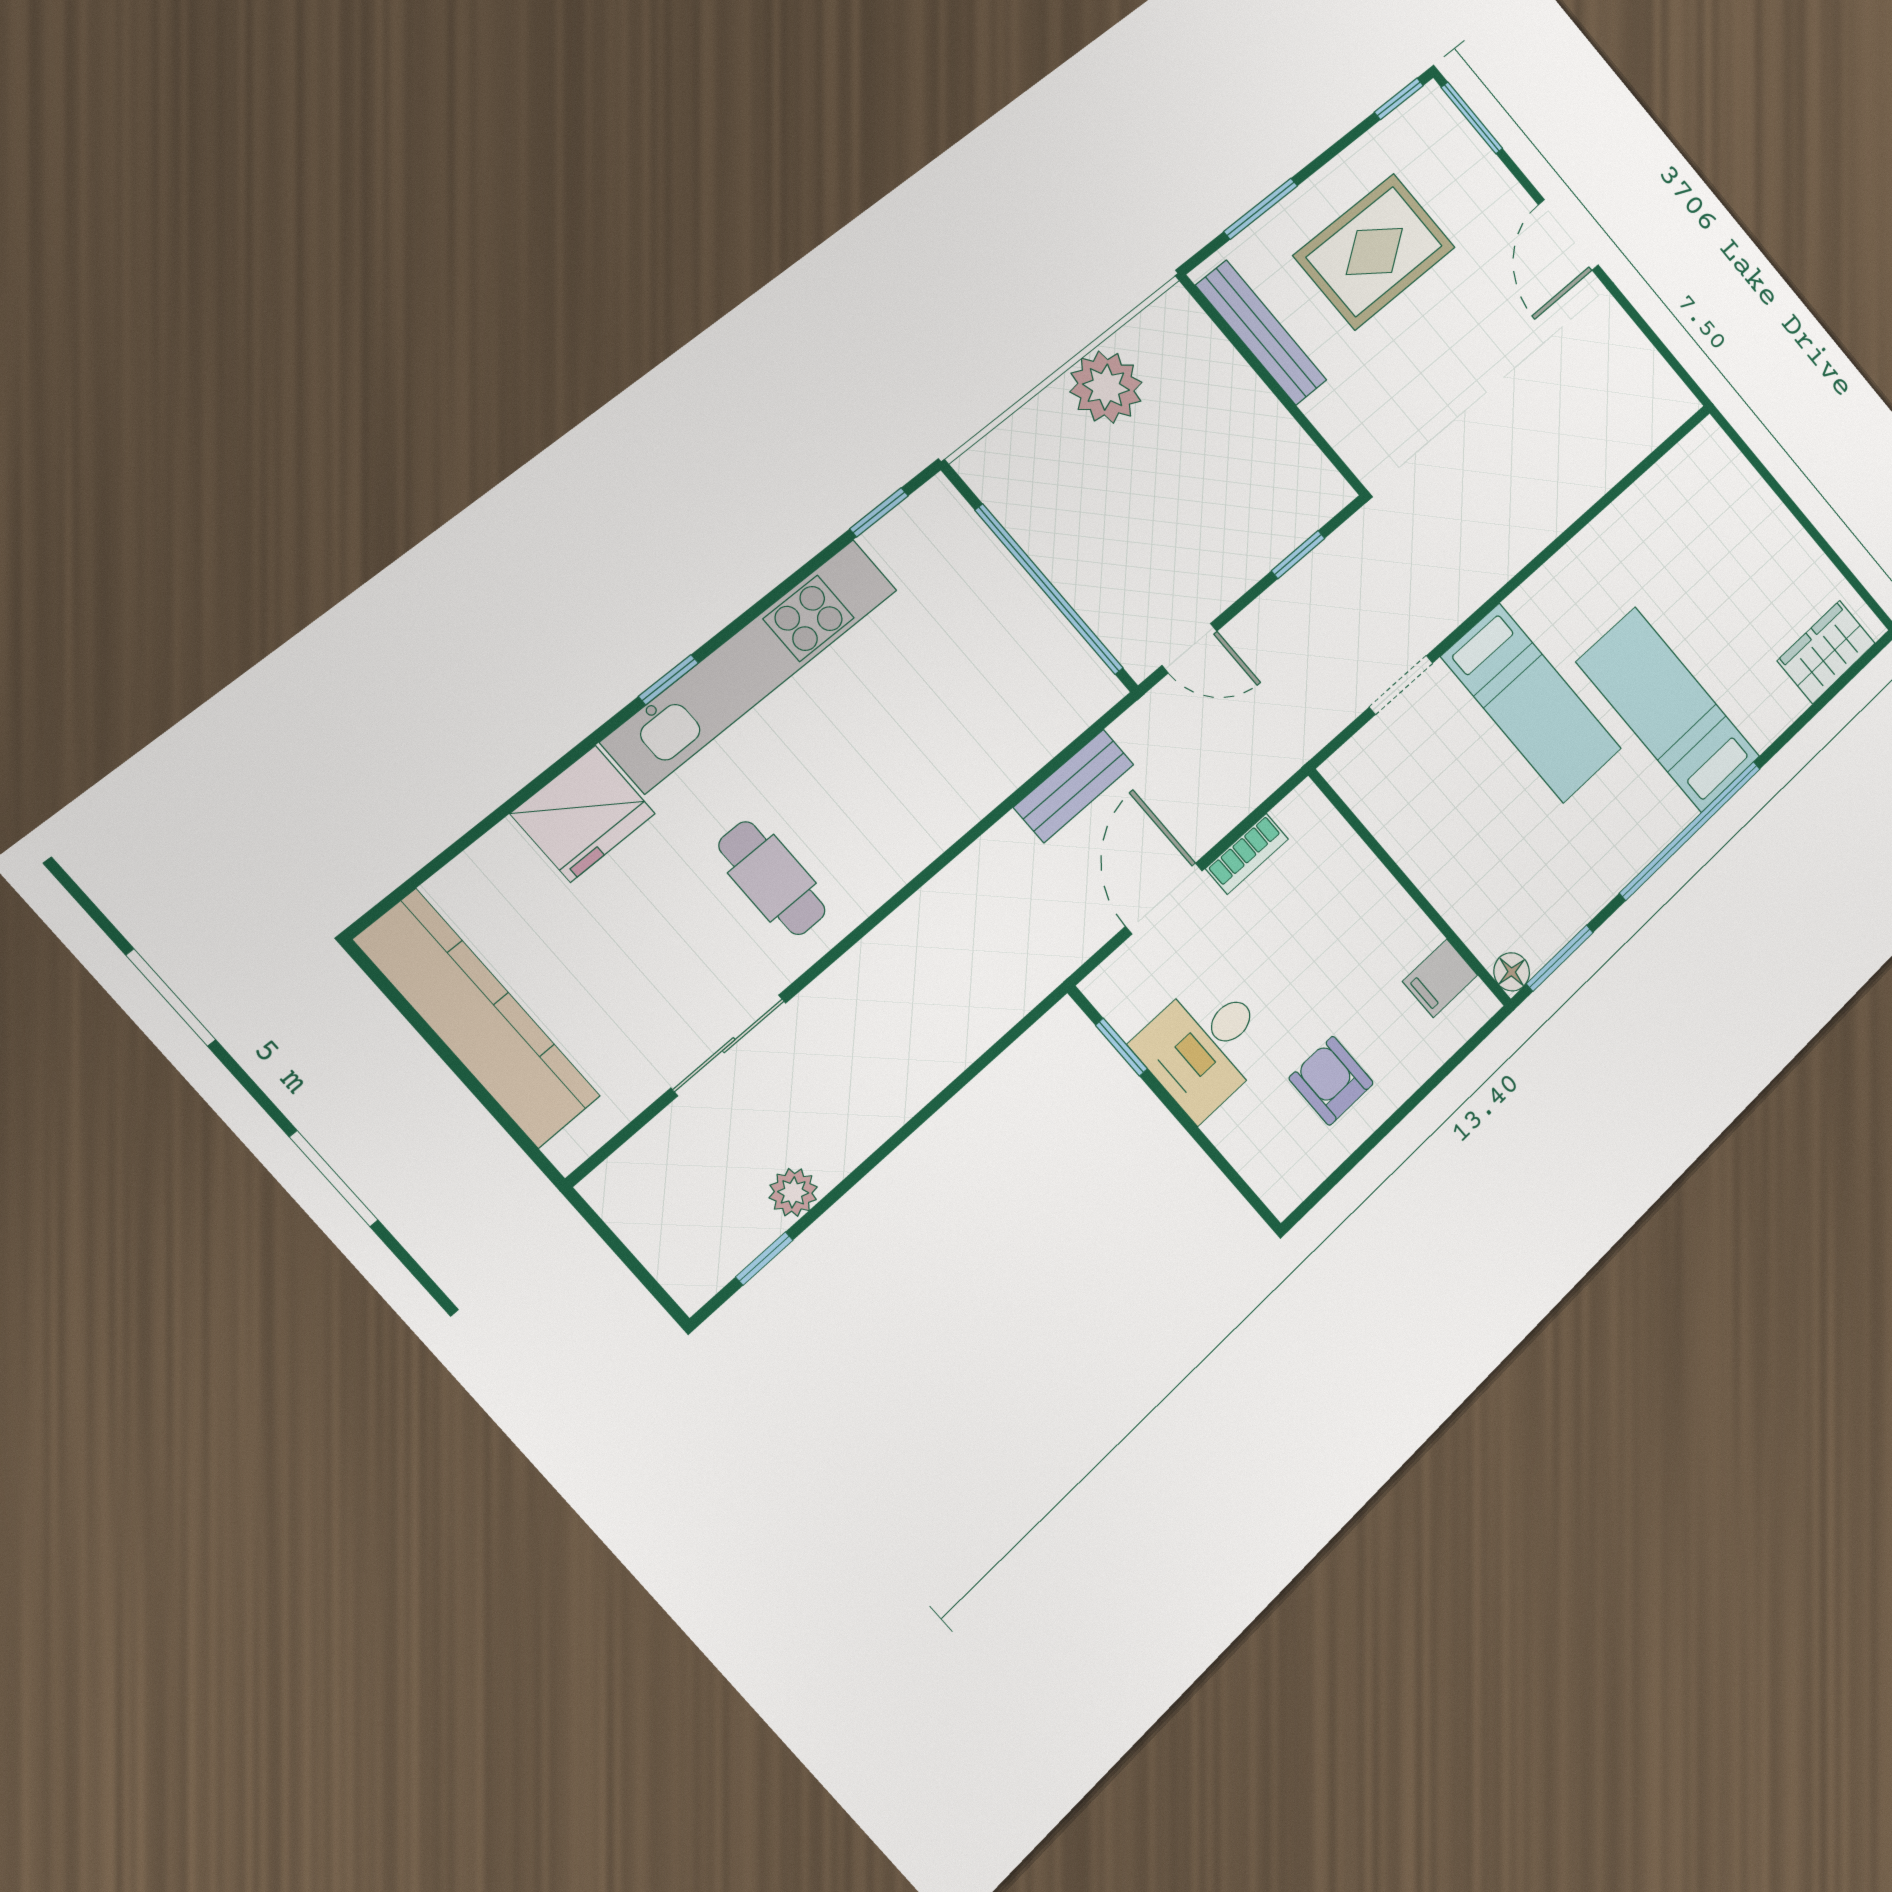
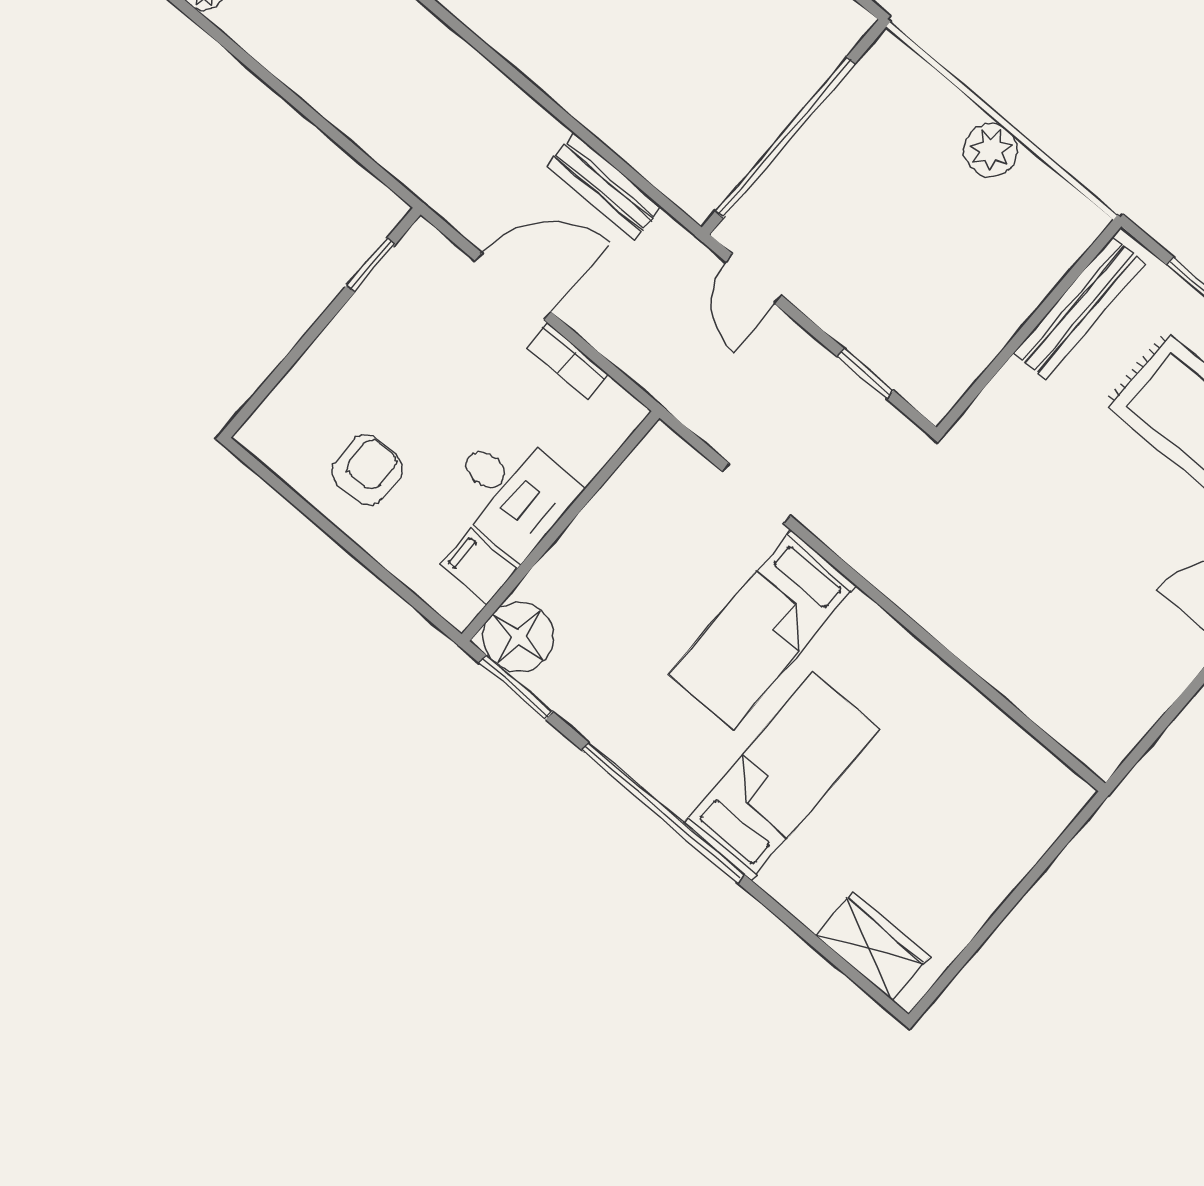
plant: (1106, 387) -> (991, 150), width x0.73, depth x0.73
floor lamp: (1512, 972) -> (518, 637), width x1.89, depth x1.89
desk: (1205, 1046) -> (511, 492), moved, turned 180

